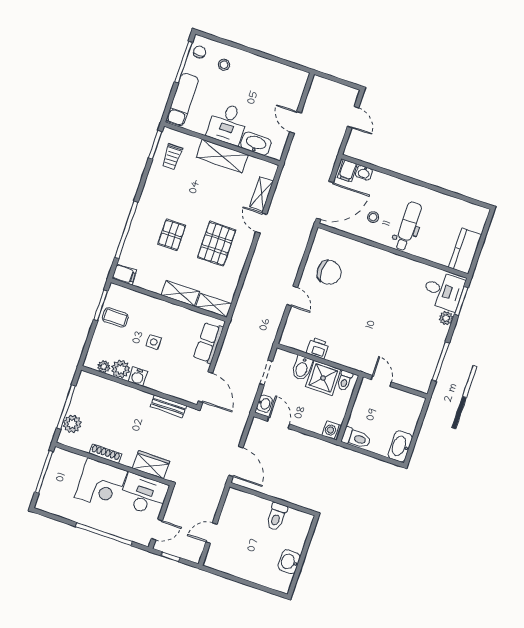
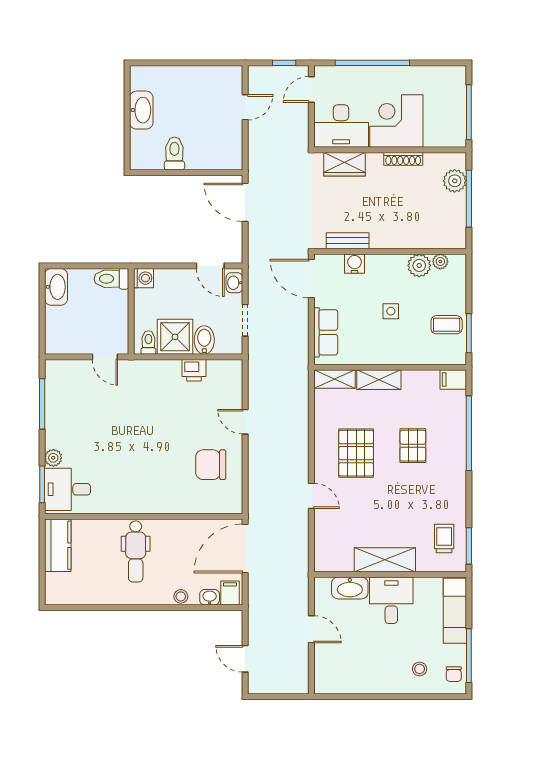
shelving: (261, 194) -> (323, 531), removed
stool: (373, 217) -> (181, 596), moved
water cooler: (138, 377) -> (355, 264), moved
washbasin: (289, 562) -> (141, 110), width x1.38

